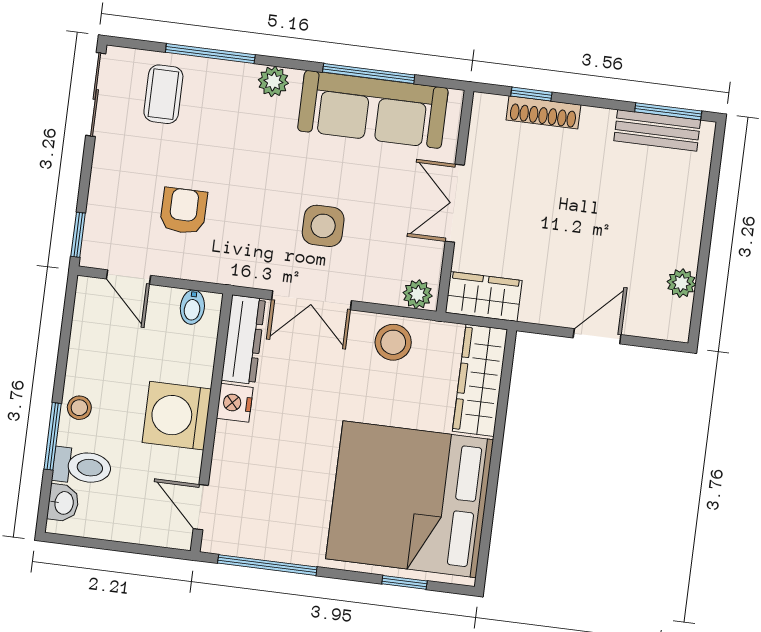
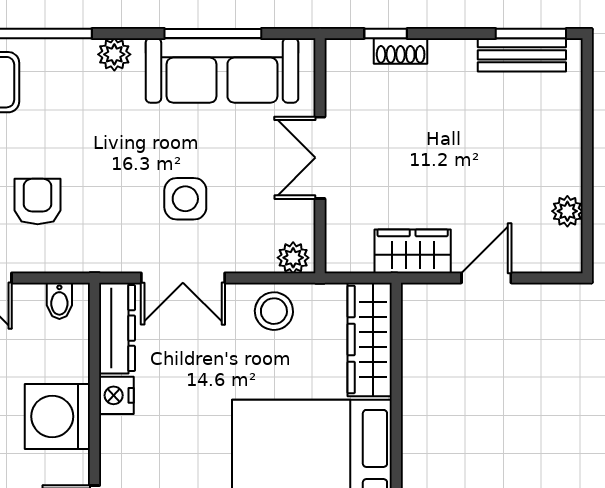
shoe rack: (543, 112) -> (401, 51), width x0.70
wardrobe: (484, 297) -> (413, 251), moved

